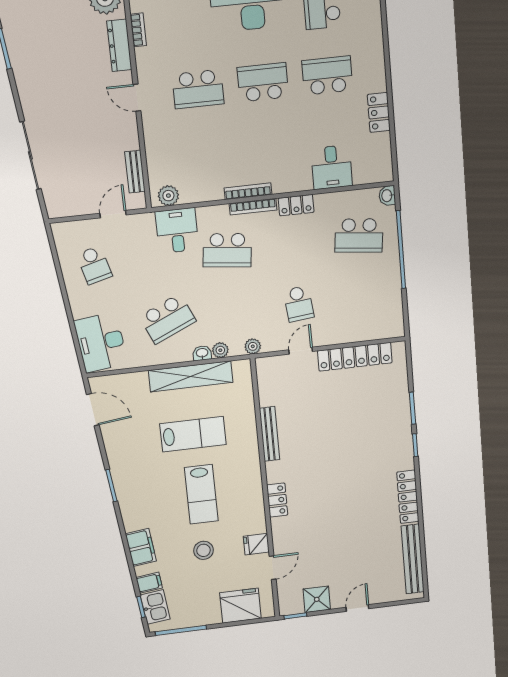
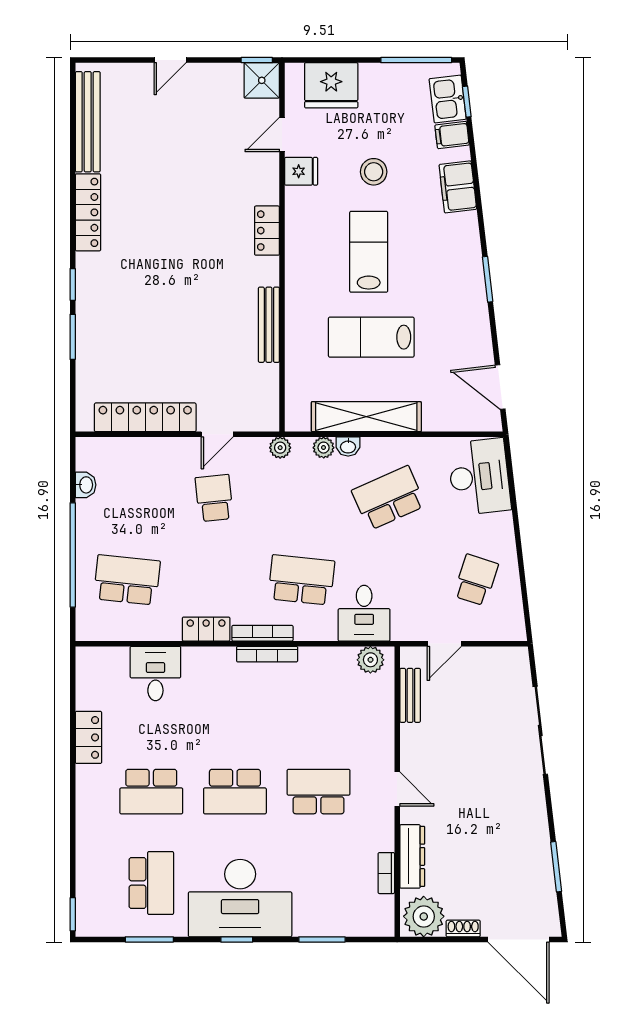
washbasin: (387, 196) -> (86, 485), moved
school desk: (94, 265) -> (476, 580), turned 33
shower: (317, 599) -> (262, 80), moved

